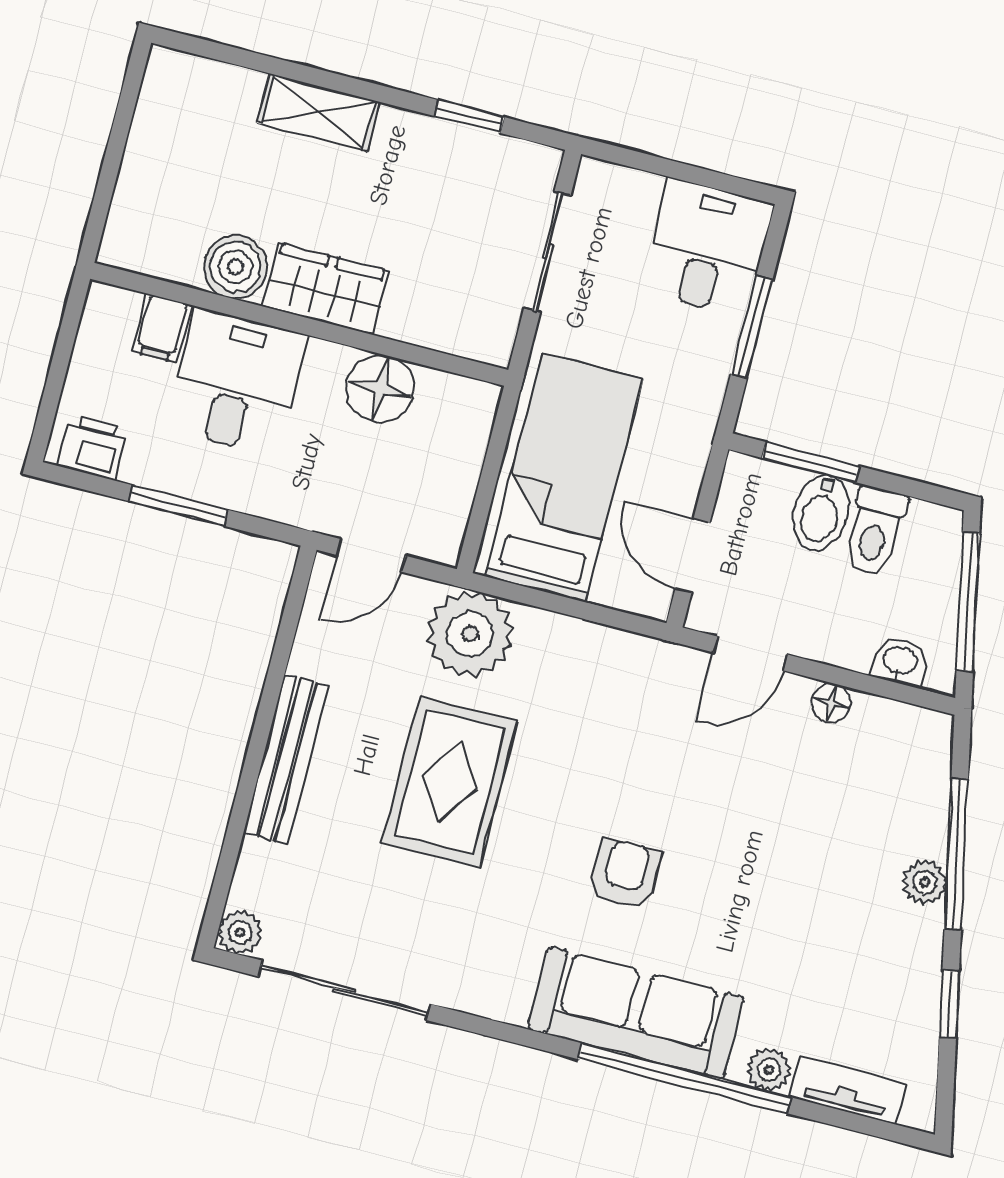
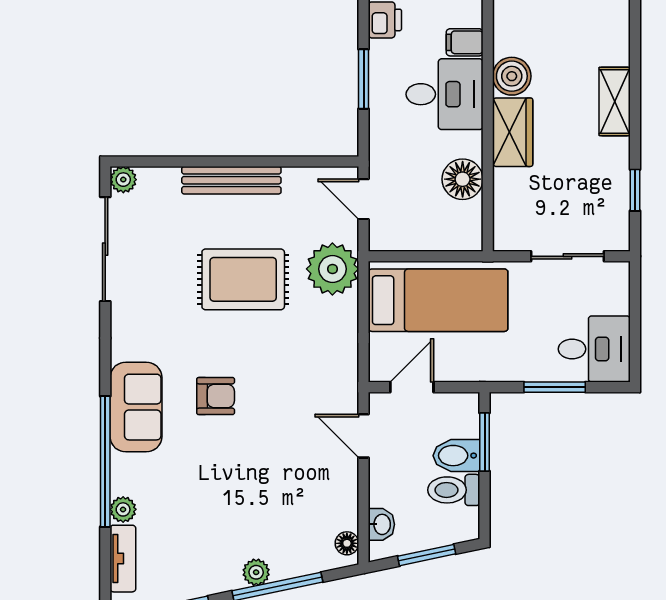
window: (968, 602) -> (427, 555), width x0.69
floor lamp: (831, 703) -> (347, 543), moved
sofa: (636, 1013) -> (136, 407), width x0.73

